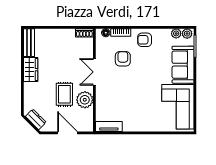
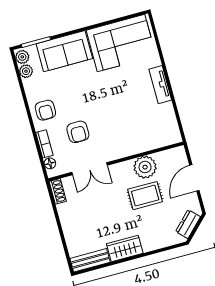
armchair: (123, 59) -> (78, 132), turned -90
double door: (94, 72) -> (90, 169), moved
tv unit: (109, 127) -> (160, 85), moved

